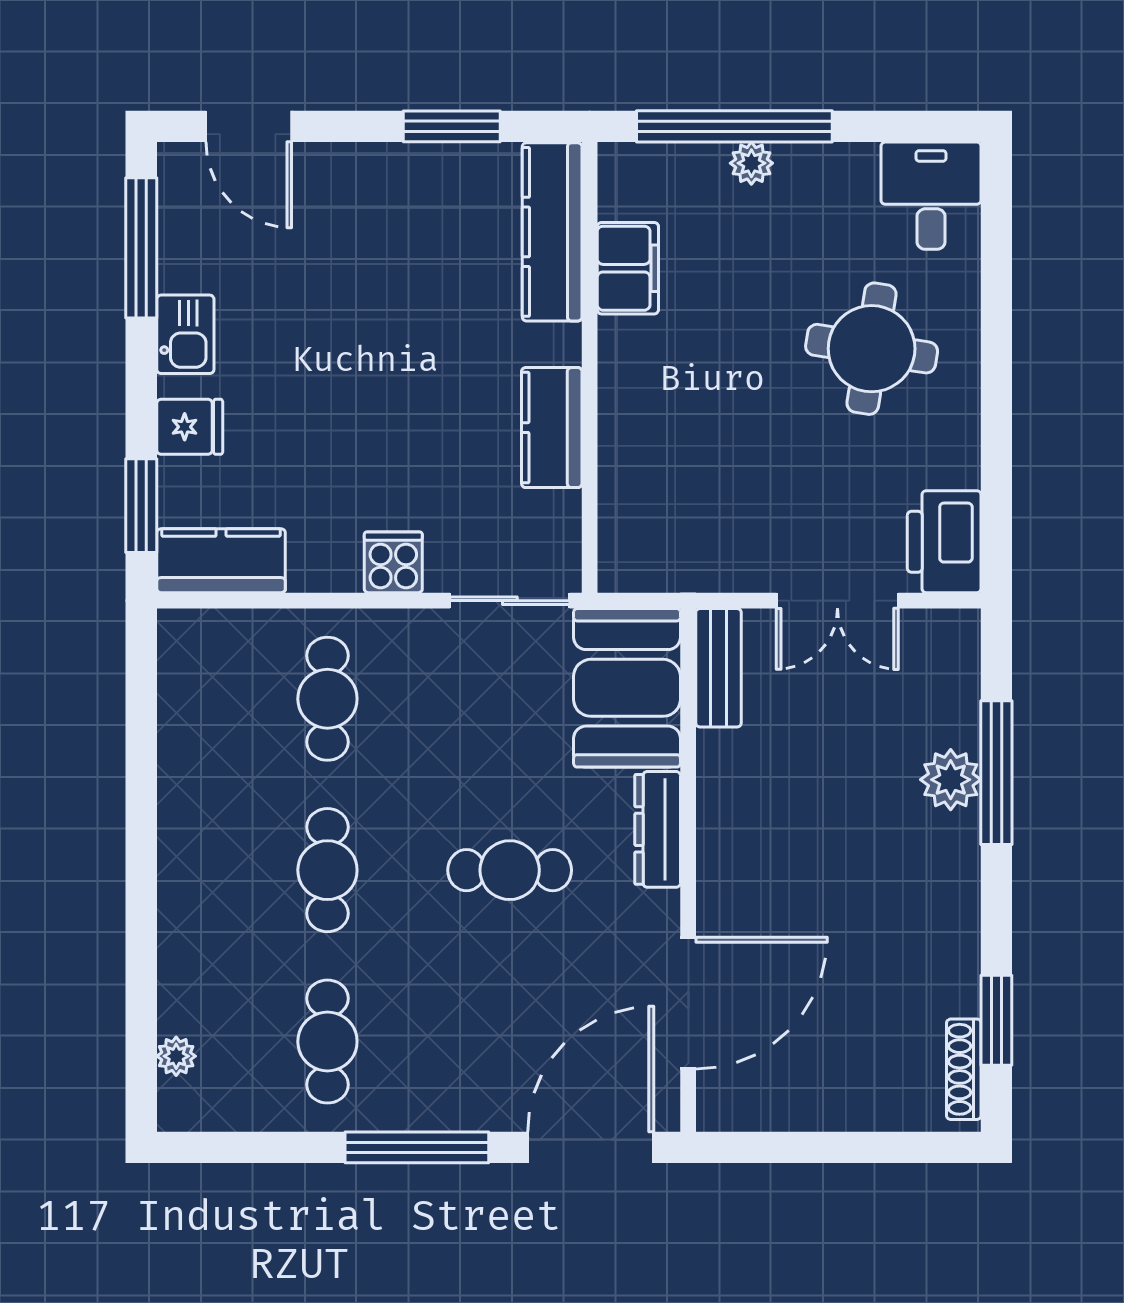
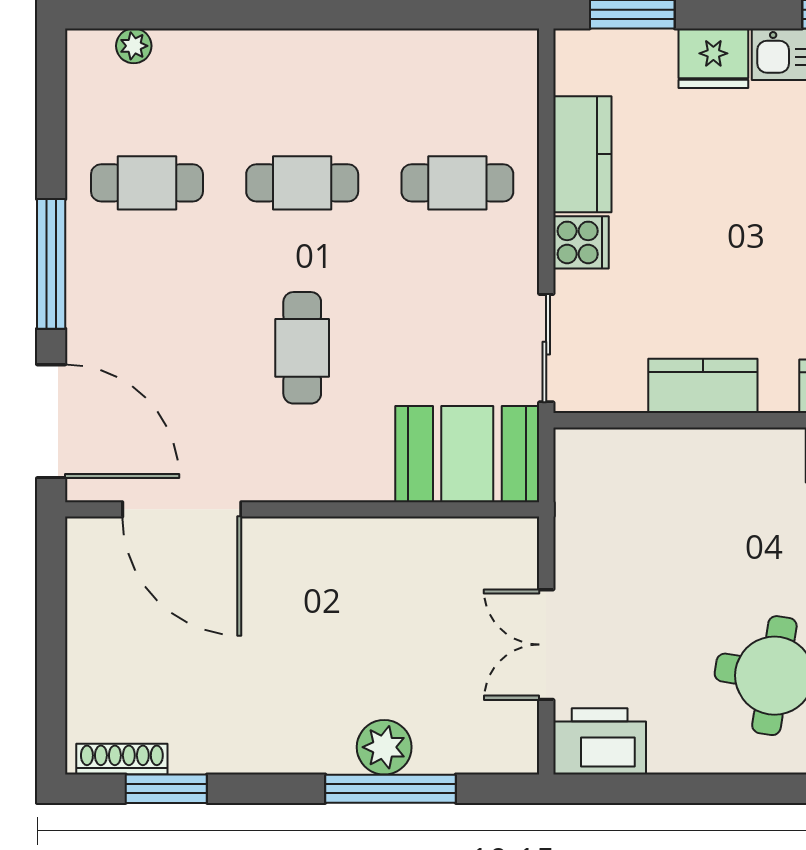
fridge: (190, 427) -> (713, 58), width x1.38
kitchen counter: (221, 561) -> (582, 154), moved
bench: (718, 668) -> (485, 537), removed
dresser: (658, 829) -> (339, 482), removed

